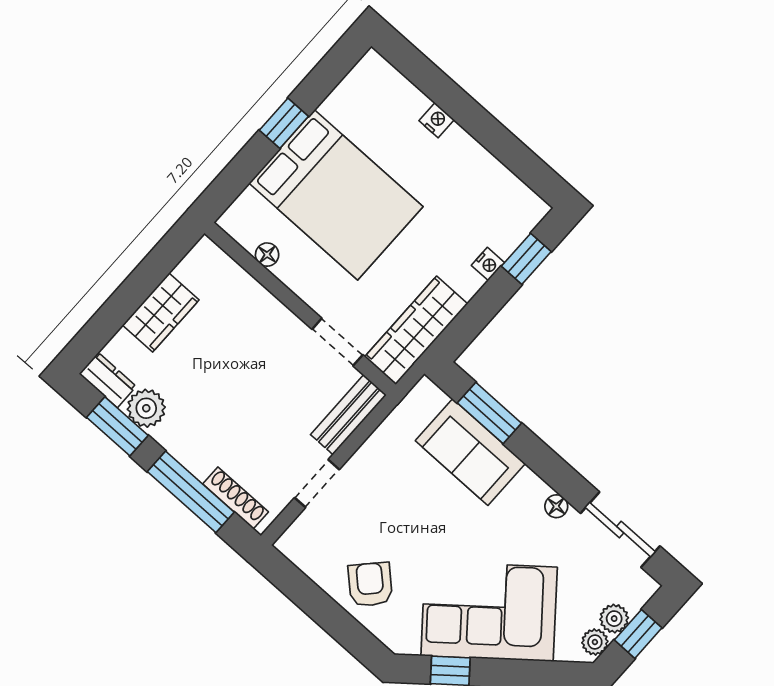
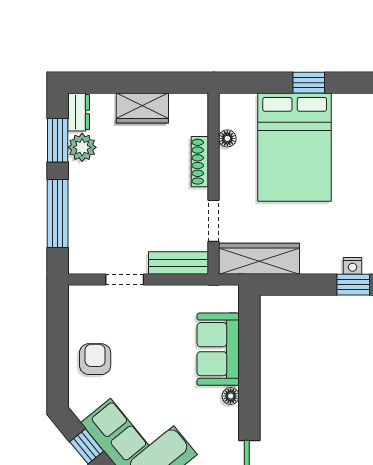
nightstand: (488, 264) -> (353, 266), moved
window: (489, 413) -> (249, 341), removed
shoe rack: (236, 498) -> (200, 162), moved, turned 180
floor lamp: (556, 506) -> (231, 396), moved
armchair: (370, 584) -> (95, 359), turned -43

